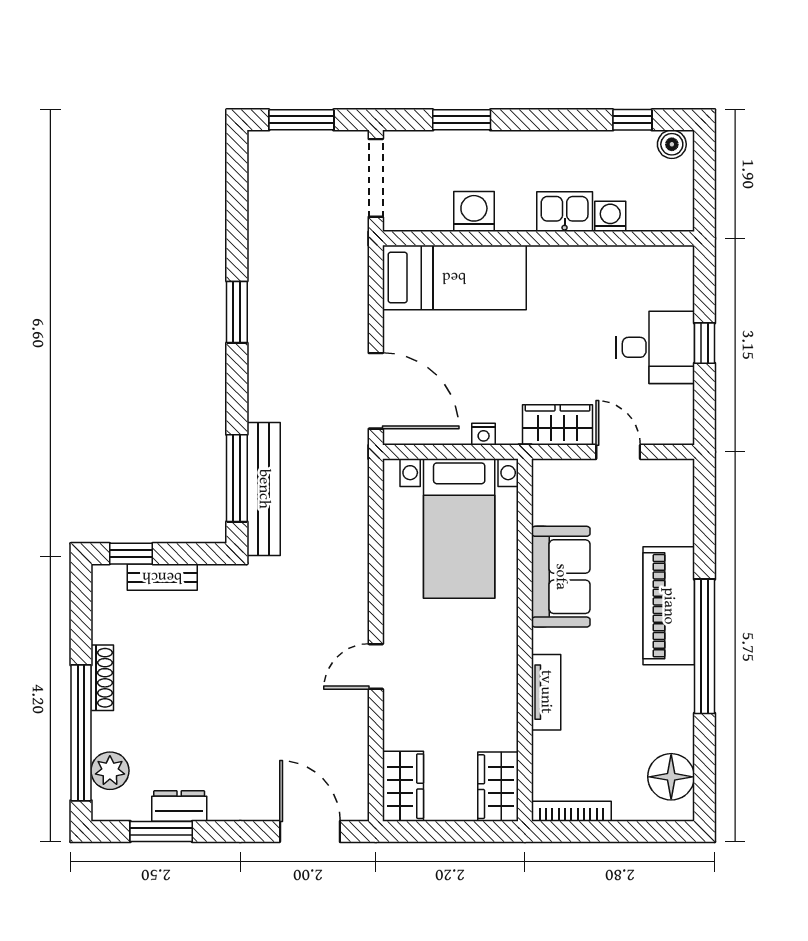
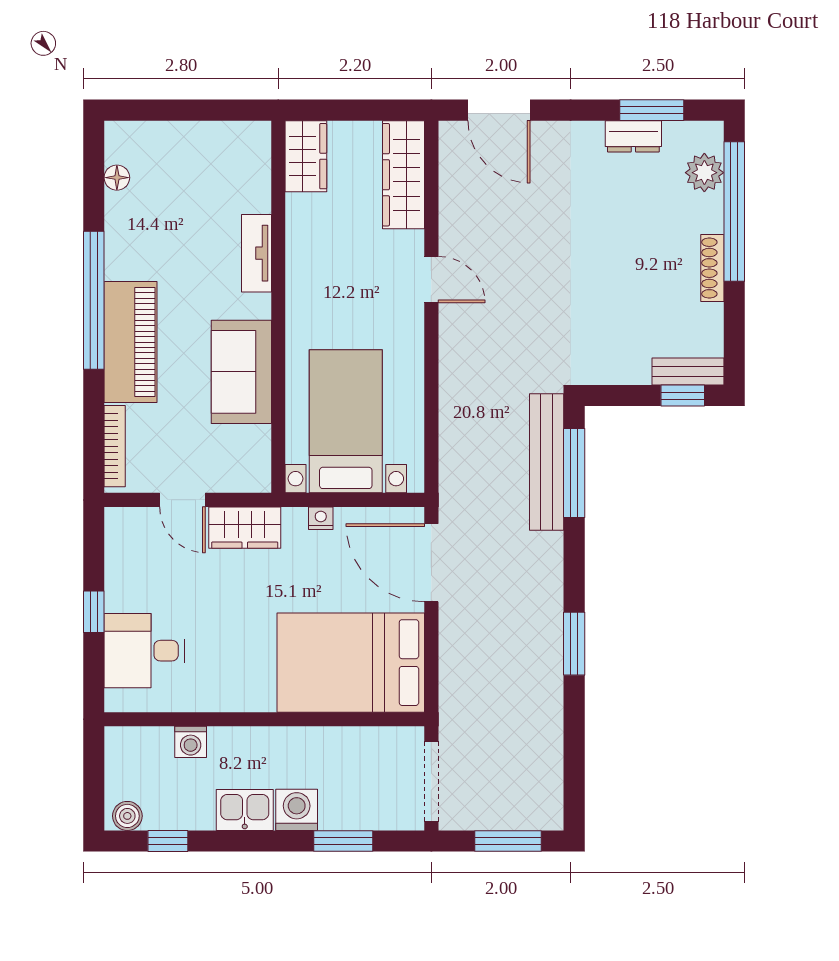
washing machine: (474, 212) -> (297, 810), moved, turned 180
kitchen sink: (565, 212) -> (245, 810), moved, turned 180
bed: (454, 277) -> (351, 663), width x1.50
desk: (655, 347) -> (144, 651), moved
bench: (162, 577) -> (688, 371), moved
door: (376, 666) -> (431, 280), hinge flipped
floor lamp: (671, 777) -> (117, 178), width x0.53, depth x0.53
wardrobe: (403, 786) -> (403, 175), width x1.50
bookcase: (571, 811) -> (115, 446), moved, turned -90

